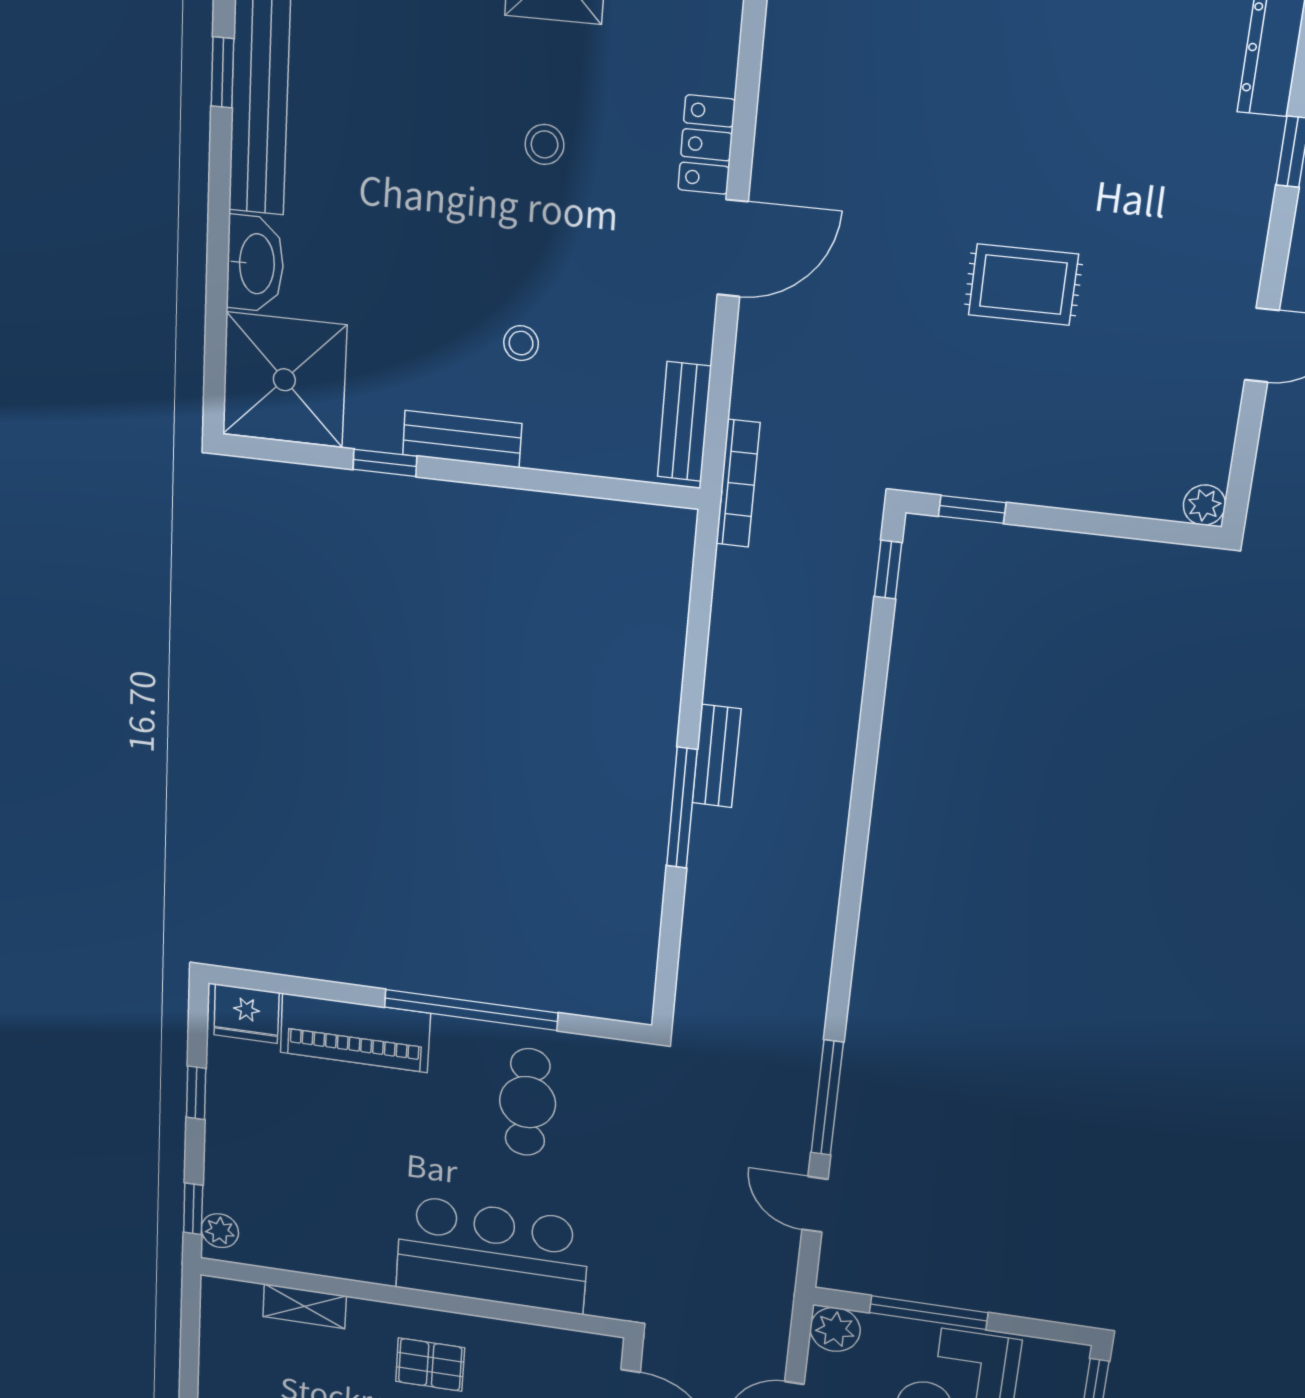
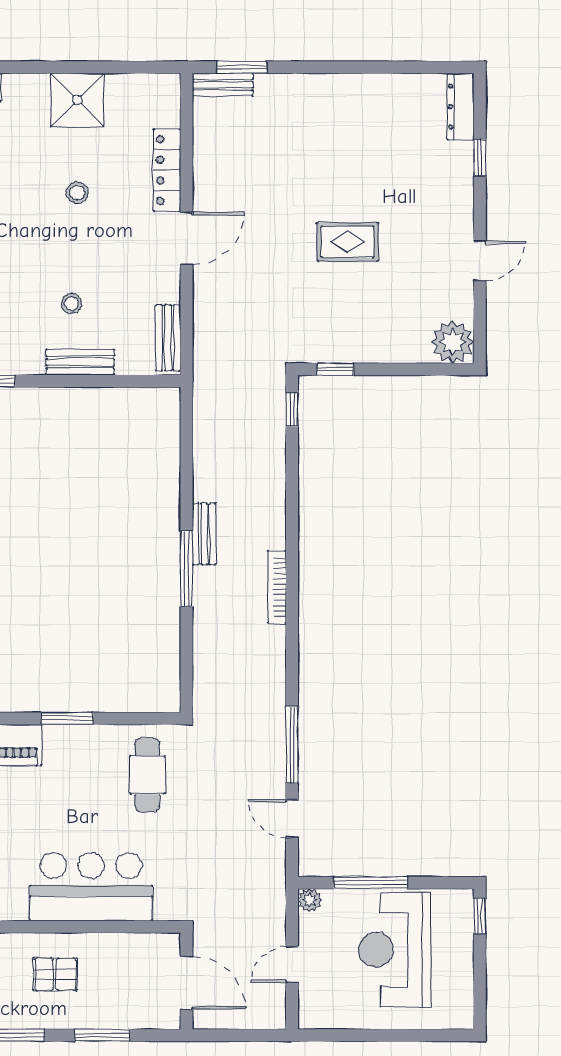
locker: (707, 145) -> (167, 170), width x1.53
bench: (462, 439) -> (80, 362), moved
bookcase: (738, 483) -> (277, 587), moved, turned 180
plant: (1204, 505) -> (453, 342), width x1.88, depth x1.88
window: (471, 1010) -> (67, 718), width x0.47
cafe table: (528, 1102) -> (147, 775), moved
plant: (835, 1329) -> (309, 900), width x0.73, depth x0.73

